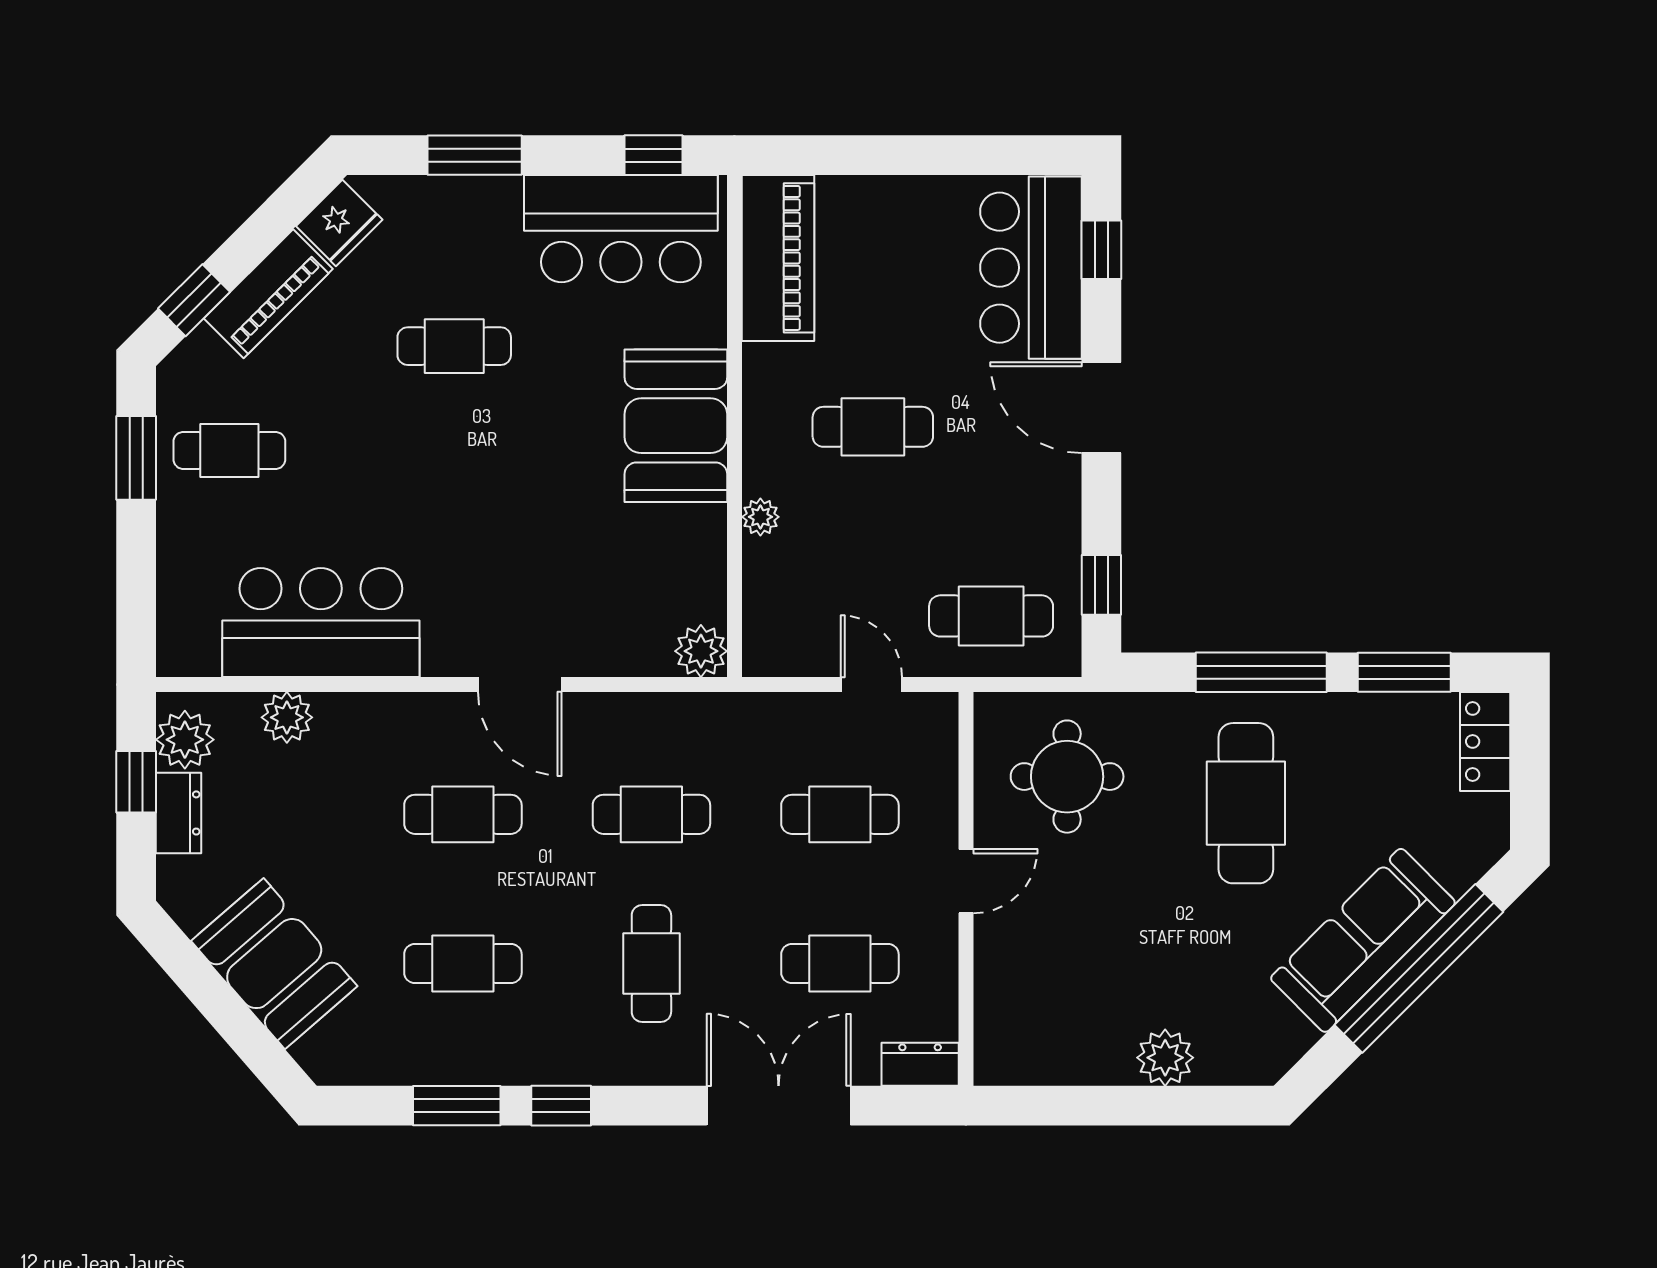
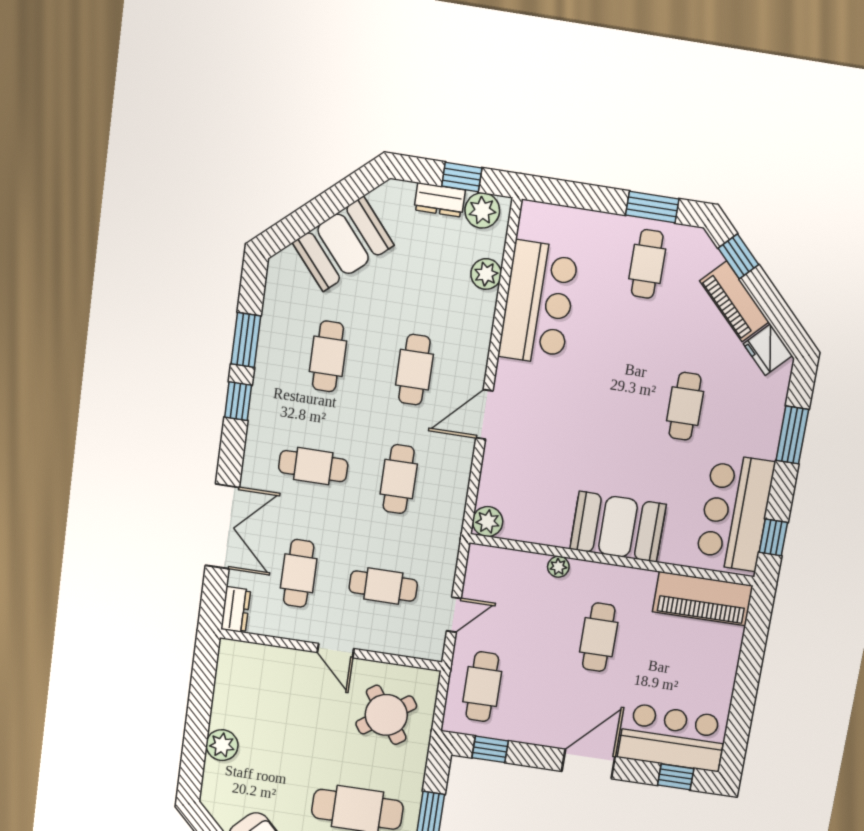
round table: (1067, 777) -> (386, 715), turned -35
cafe table: (840, 814) -> (383, 586), turned 90

